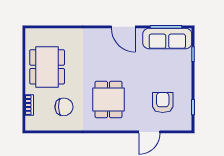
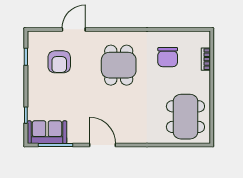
sofa: (167, 39) -> (47, 132), width x0.73
dining table: (47, 67) -> (185, 117), moved
chair: (64, 107) -> (168, 57), turned -89

